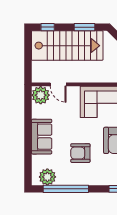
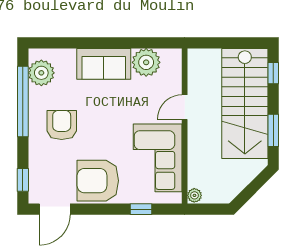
door: (58, 84) -> (185, 107), moved
plant: (41, 95) -> (146, 62), moved
armchair: (80, 153) -> (62, 125), moved

